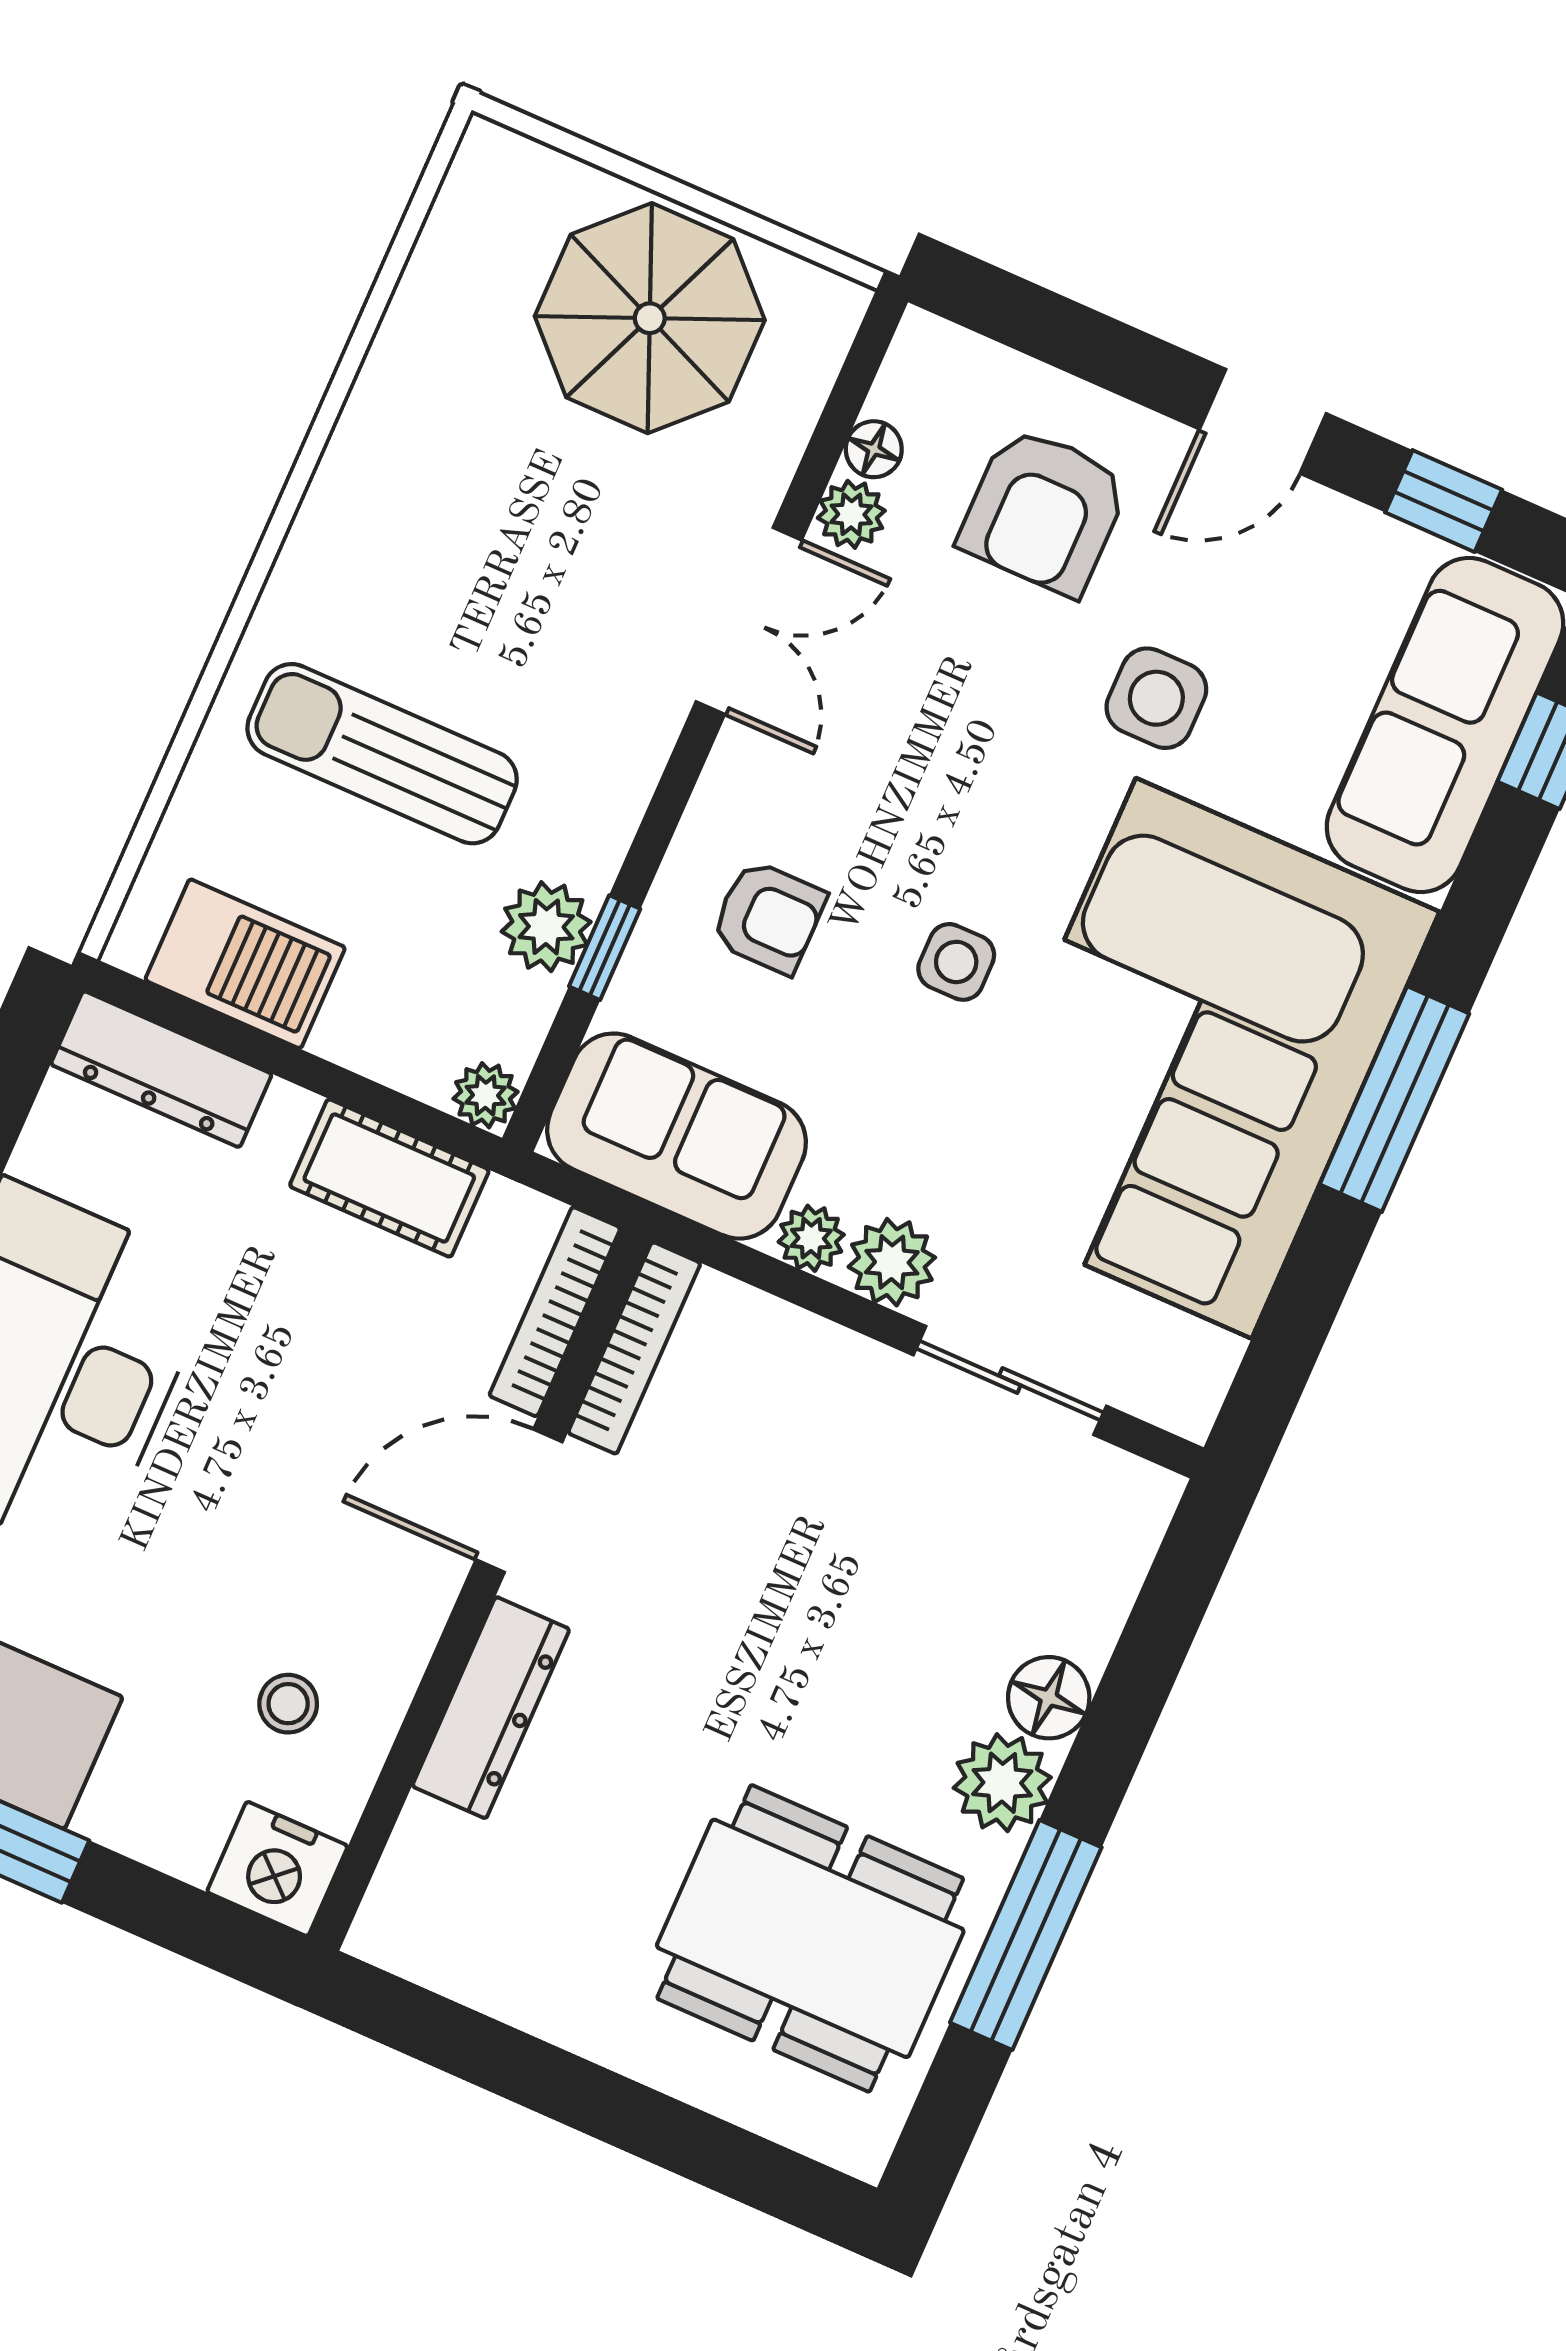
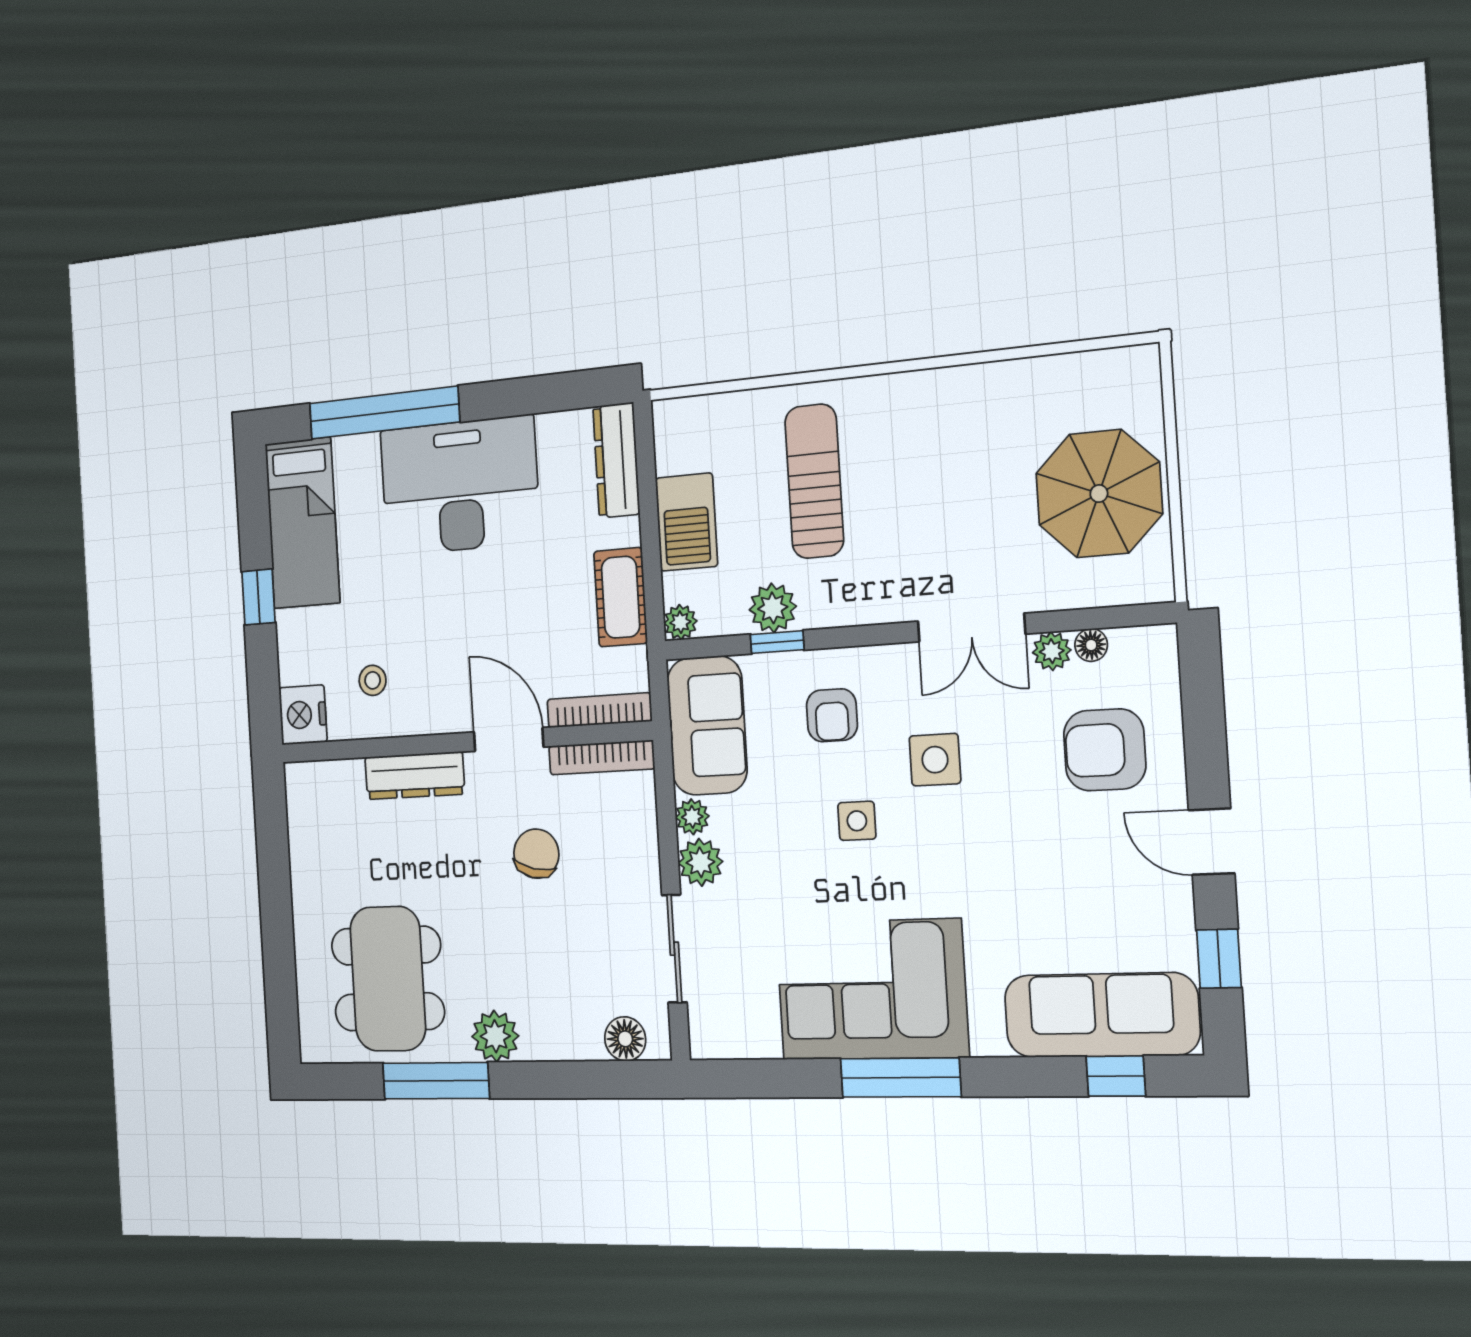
side table: (1156, 698) -> (935, 760), moved
barbecue: (245, 964) -> (686, 522), moved
corner sofa: (1194, 1058) -> (871, 990), width x0.73, depth x0.74
chair: (734, 1548) -> (536, 854), added
floor lamp: (1049, 1698) -> (625, 1039), moved

